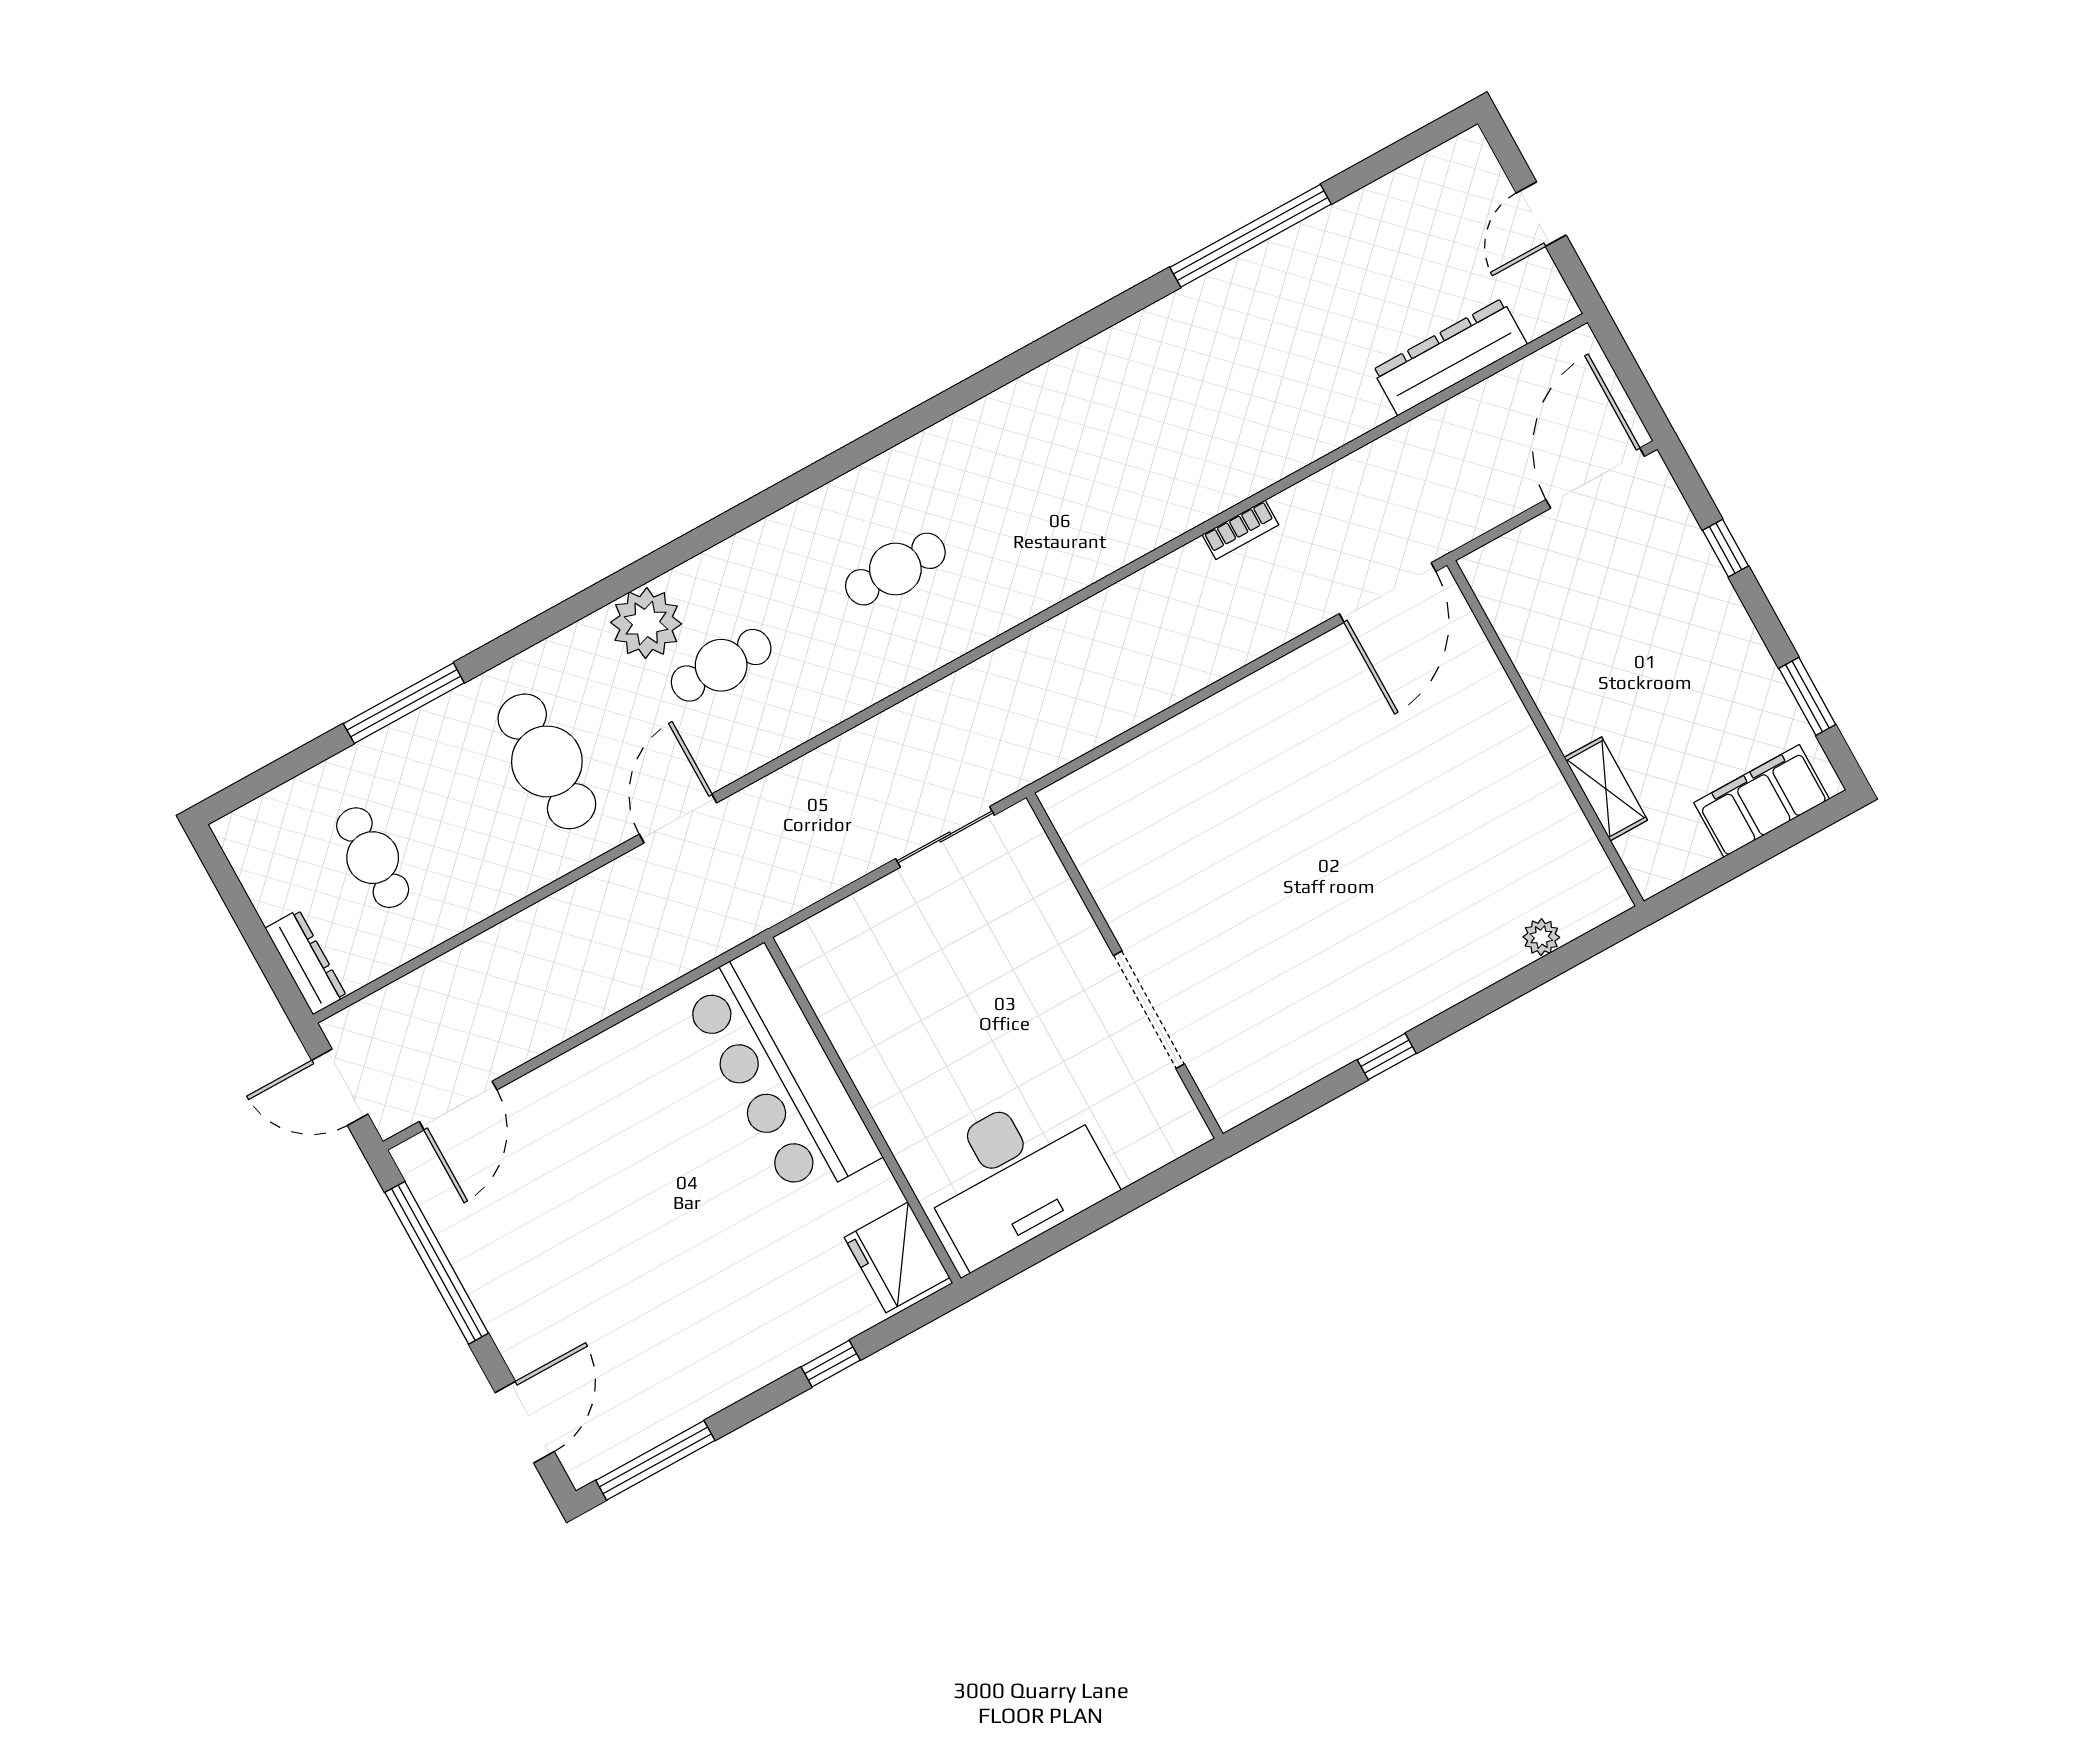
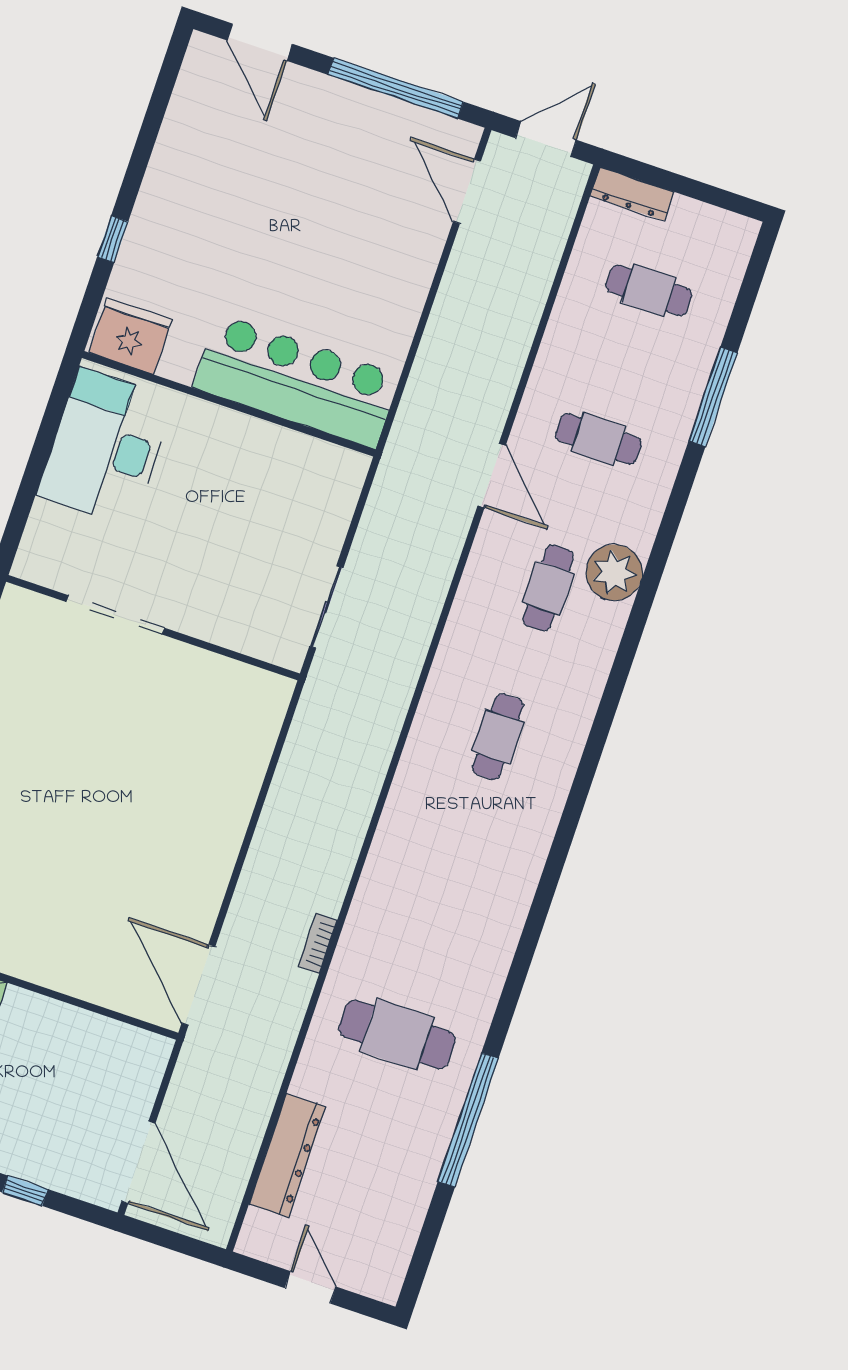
cafe table: (1244, 377) -> (397, 1034), added
cafe table: (547, 761) -> (598, 439), width x0.73, depth x0.74
window: (655, 1460) -> (163, 89), removed

